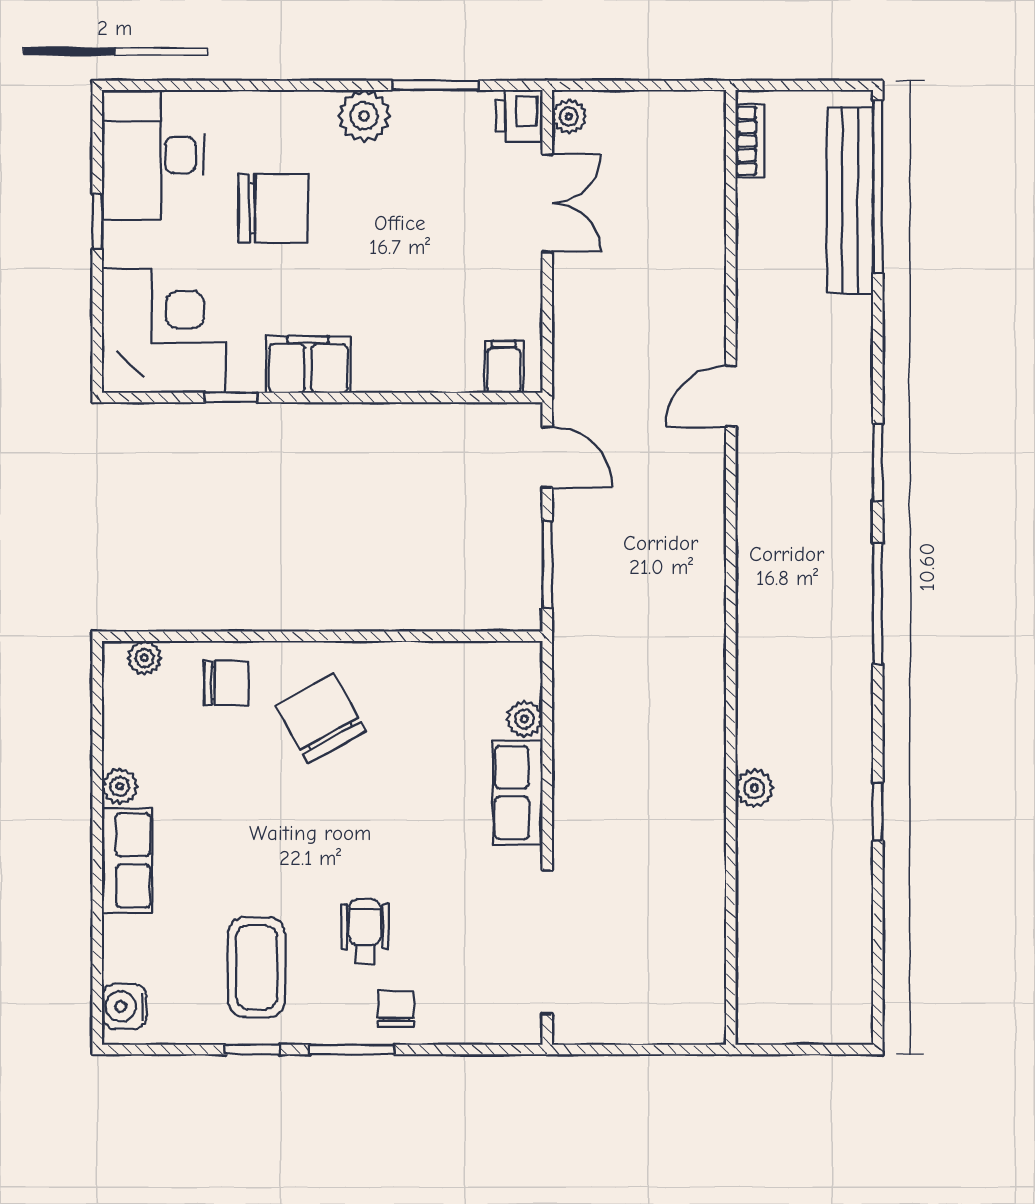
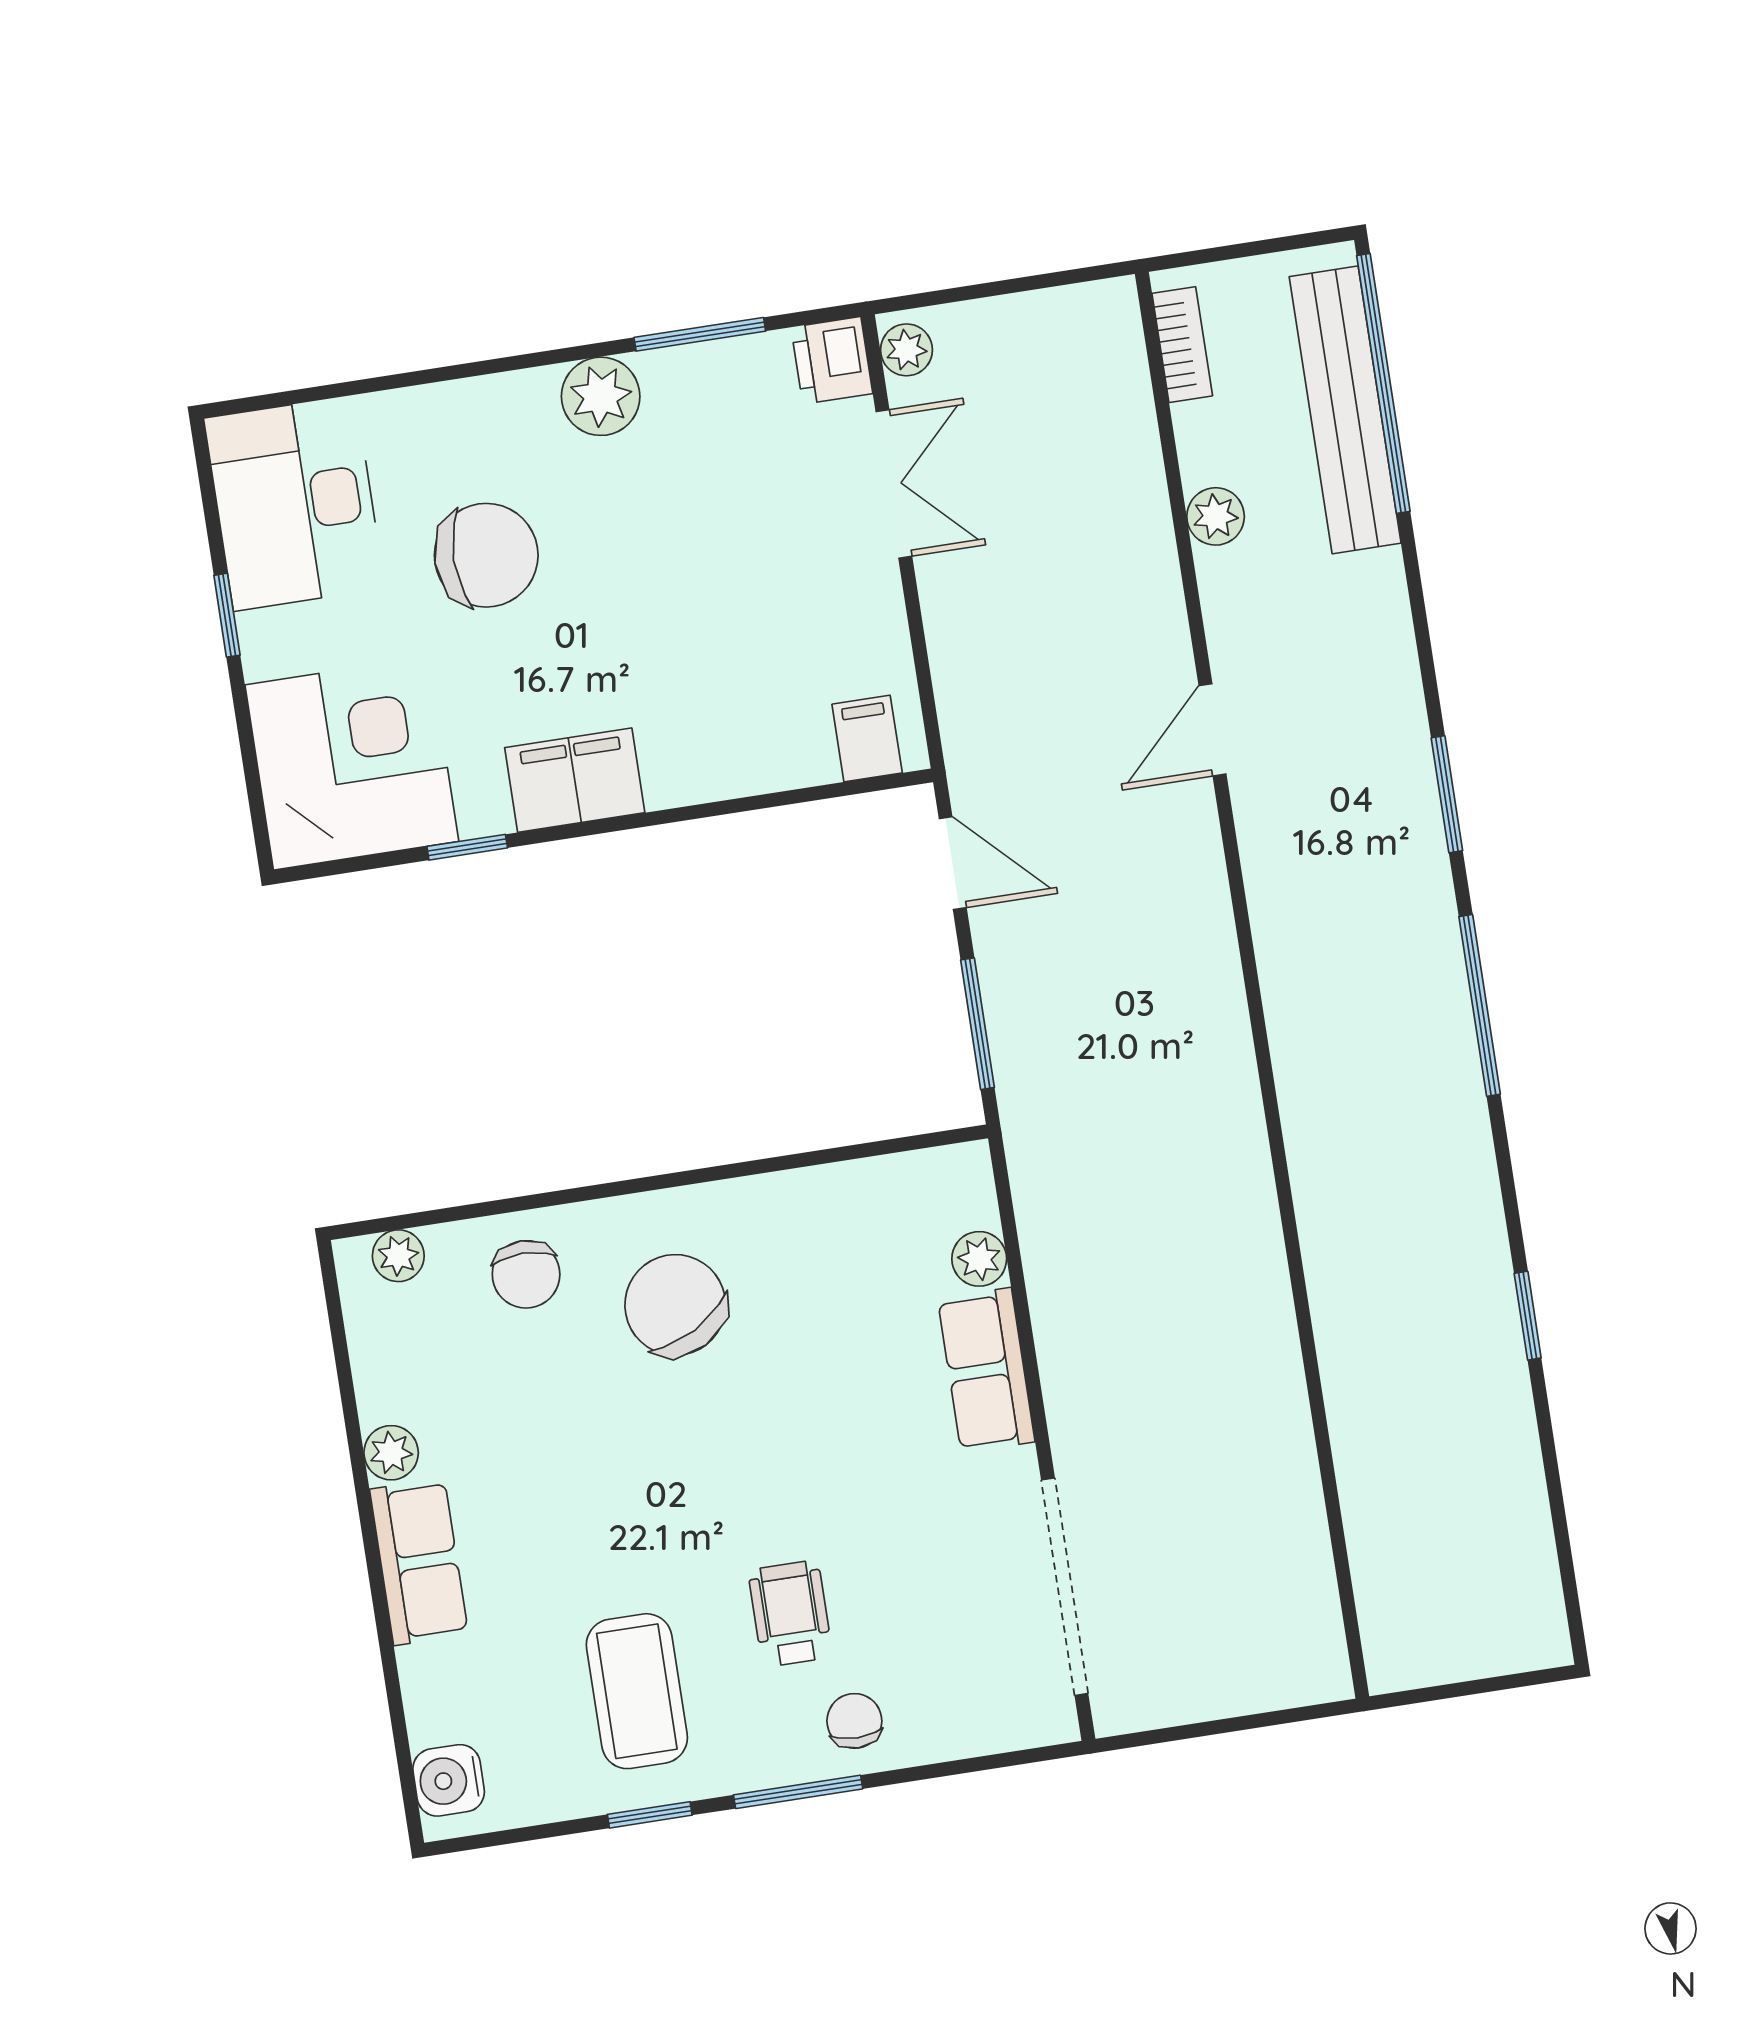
chair: (226, 683) -> (526, 1274), turned 90
plant: (754, 788) -> (1216, 516), moved

